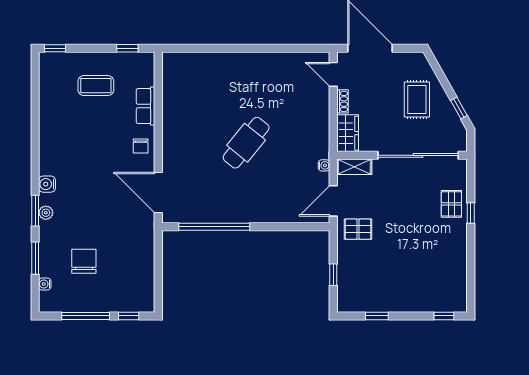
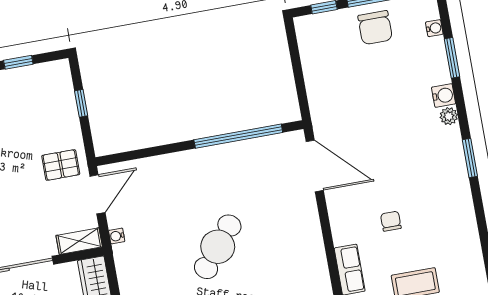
chair: (141, 146) -> (391, 221), moved
water cooler: (47, 184) -> (444, 96), moved
window: (35, 211) -> (470, 158), moved
chair: (84, 261) -> (375, 28), moved

